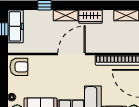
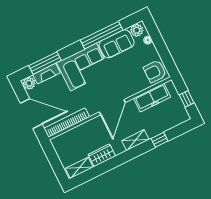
wardrobe: (90, 17) -> (102, 155), moved
freezer: (16, 26) -> (152, 98), moved, turned -90

